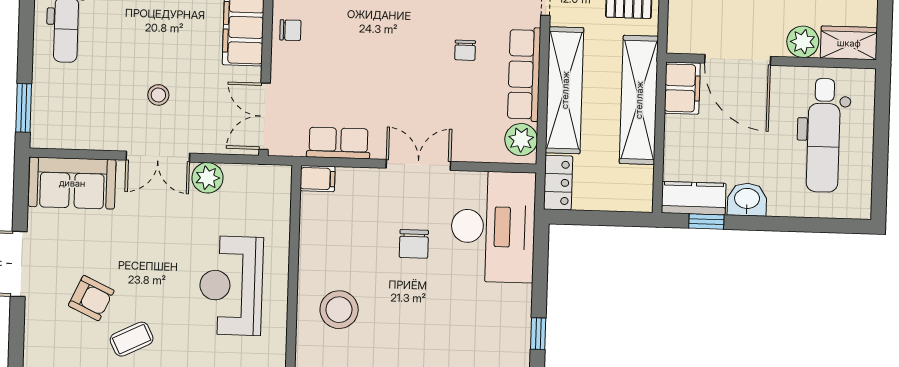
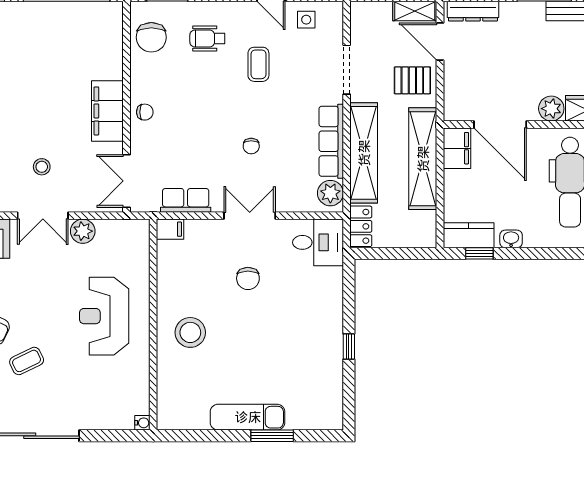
chair: (465, 50) -> (251, 146), moved
washbasin: (747, 199) -> (511, 239), width x0.72, depth x0.69
desk: (493, 227) -> (318, 242), width x0.53, depth x0.77

